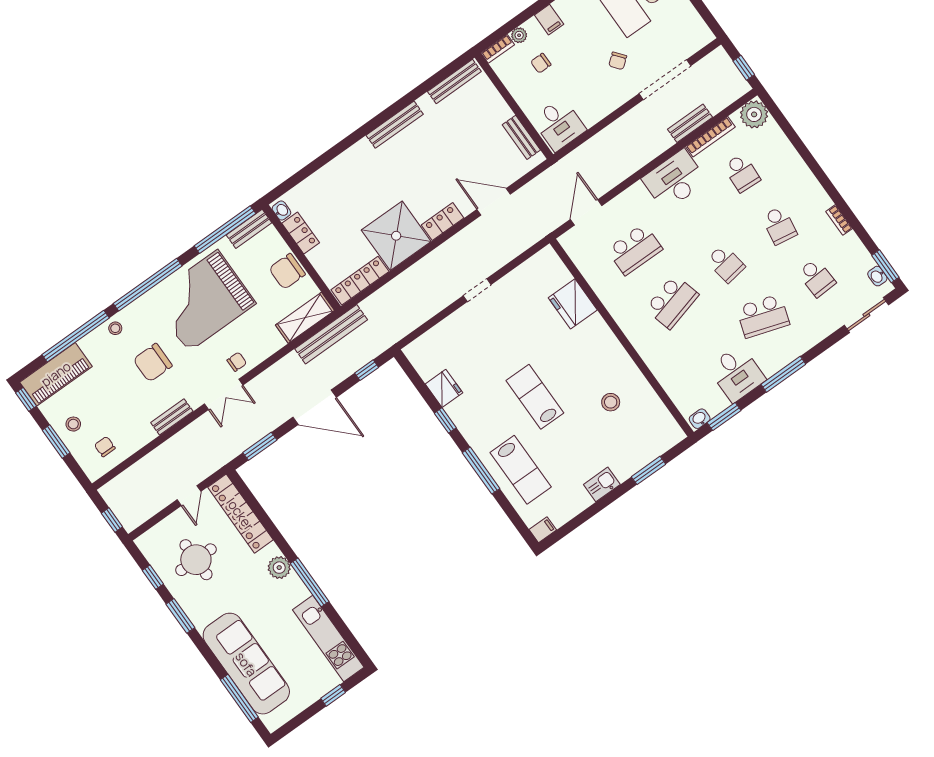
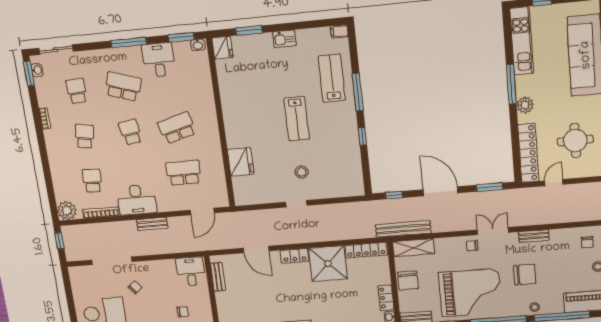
bench: (690, 123) -> (152, 224), moved
chair: (287, 271) -> (408, 281), turned 90
fridge: (444, 388) -> (222, 48), moved, turned 180
stool: (611, 402) -> (302, 172), moved

